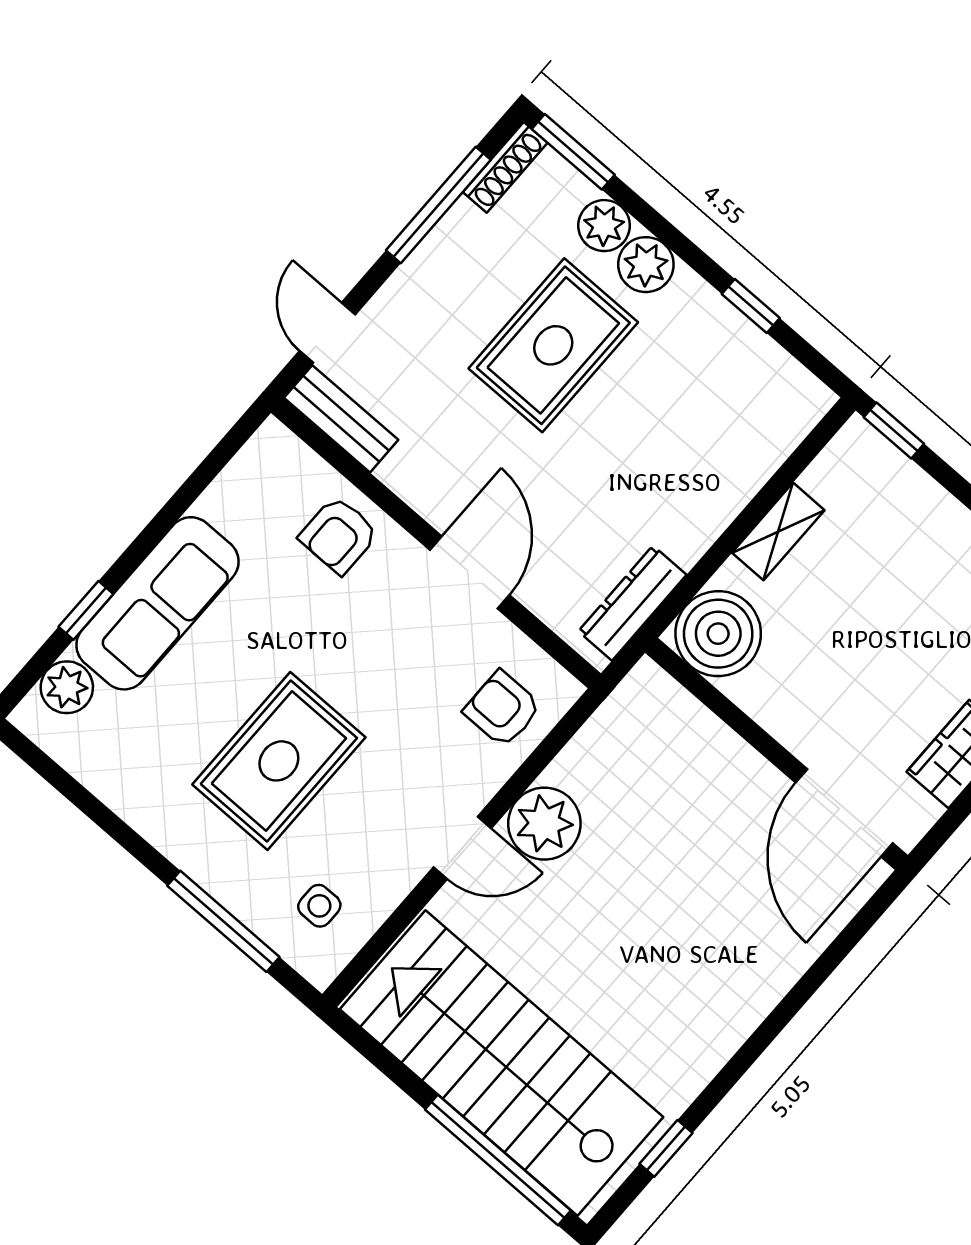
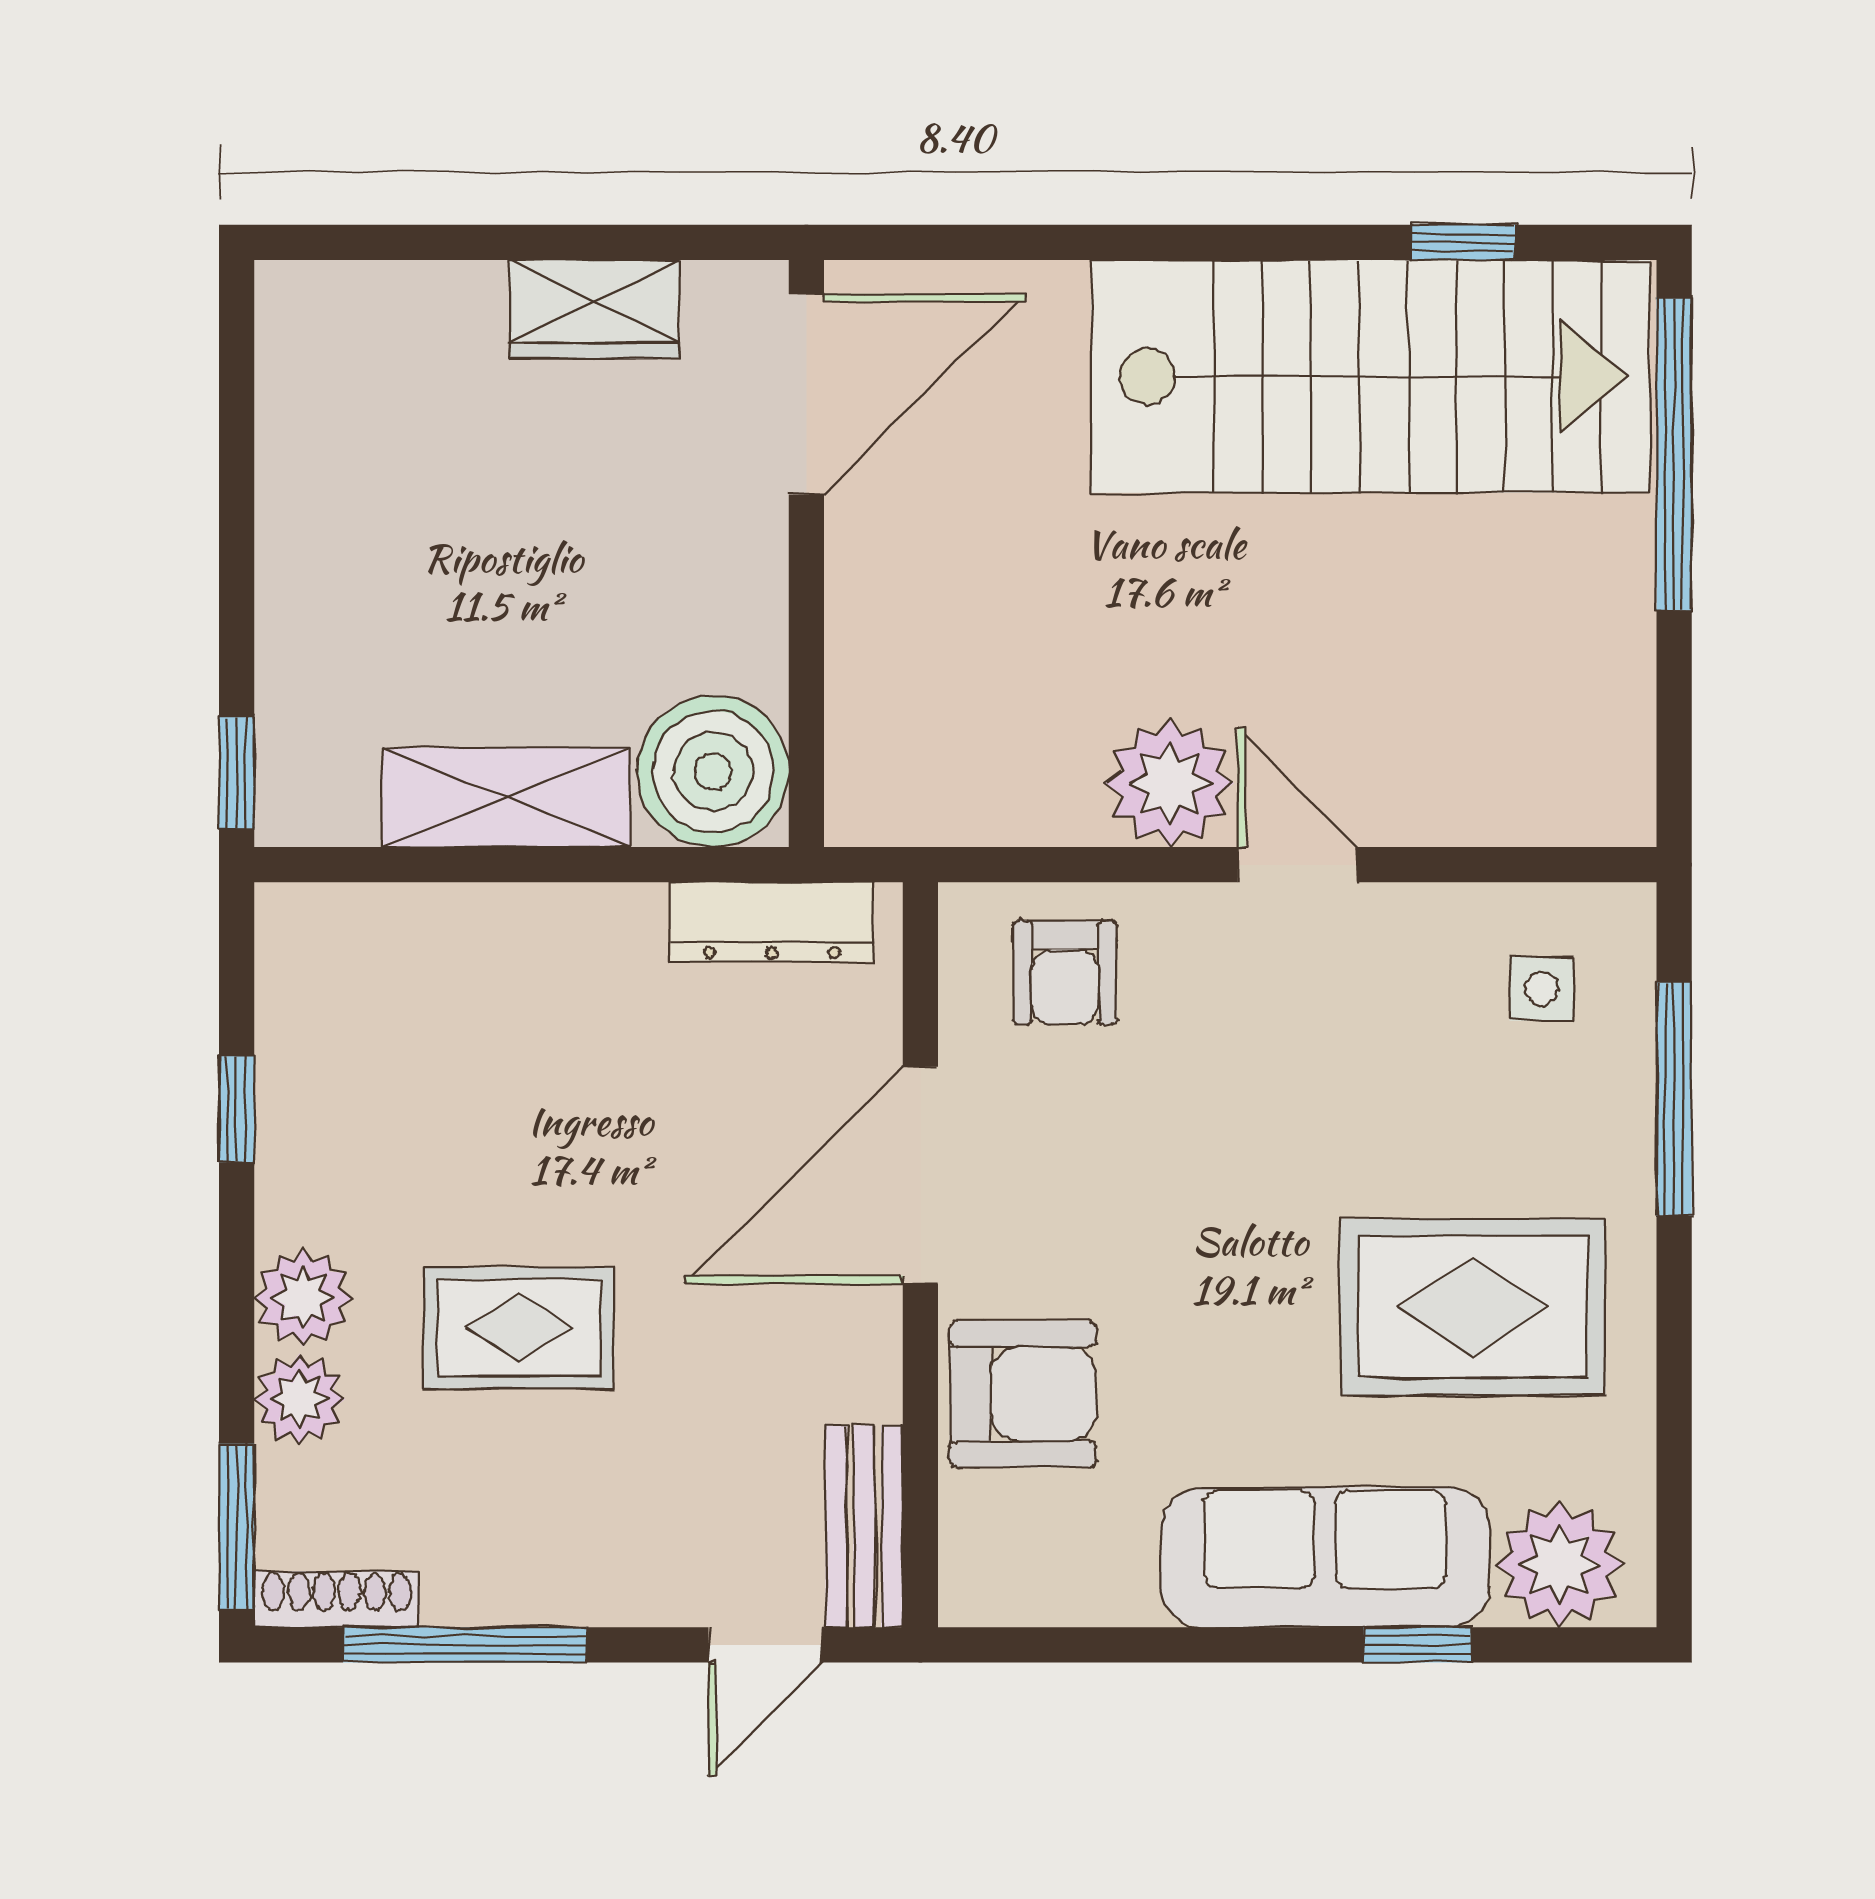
rug: (553, 345) -> (519, 1328), width x0.73, depth x0.70
shelving: (778, 531) -> (506, 798), width x1.50, depth x1.33
armchair: (339, 535) -> (1023, 1394), width x1.38, depth x1.38
door: (470, 572) -> (920, 1175), width x1.36
plant: (67, 687) -> (1560, 1564), width x1.36, depth x1.36
rug: (279, 761) -> (1473, 1307), moved
stairs: (501, 1063) -> (1371, 376), moved, turned -90

